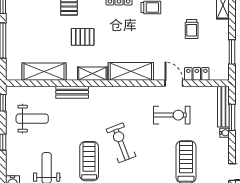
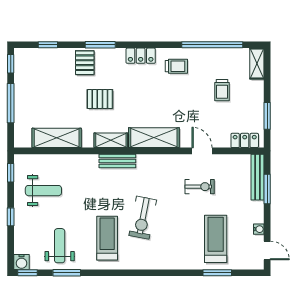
locker: (197, 74) -> (245, 140), moved
bench: (72, 92) -> (117, 161), moved
exercise bike: (172, 115) -> (200, 187), width x0.73, depth x0.72
water cooler: (225, 133) -> (259, 229), moved
exercise bike: (121, 143) -> (143, 218), turned -148

